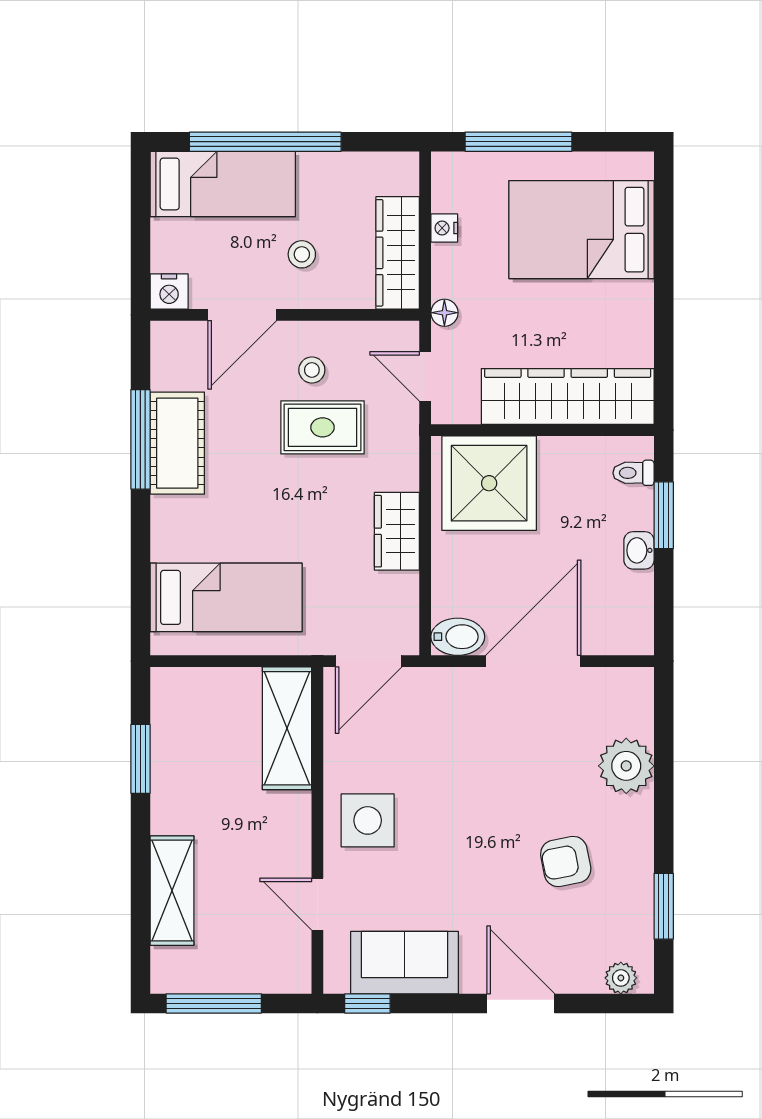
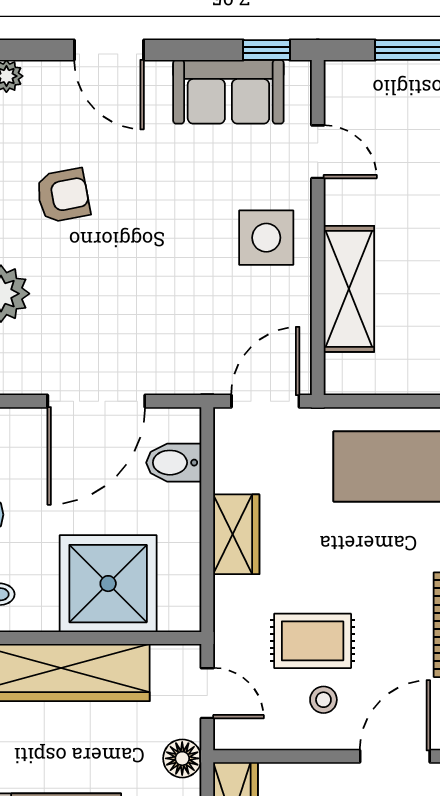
floor lamp: (444, 313) -> (182, 758), width x1.37, depth x1.37
shower: (489, 483) -> (108, 584), moved
bidet: (458, 637) -> (174, 463), moved
shelving: (287, 728) -> (349, 289), moved

